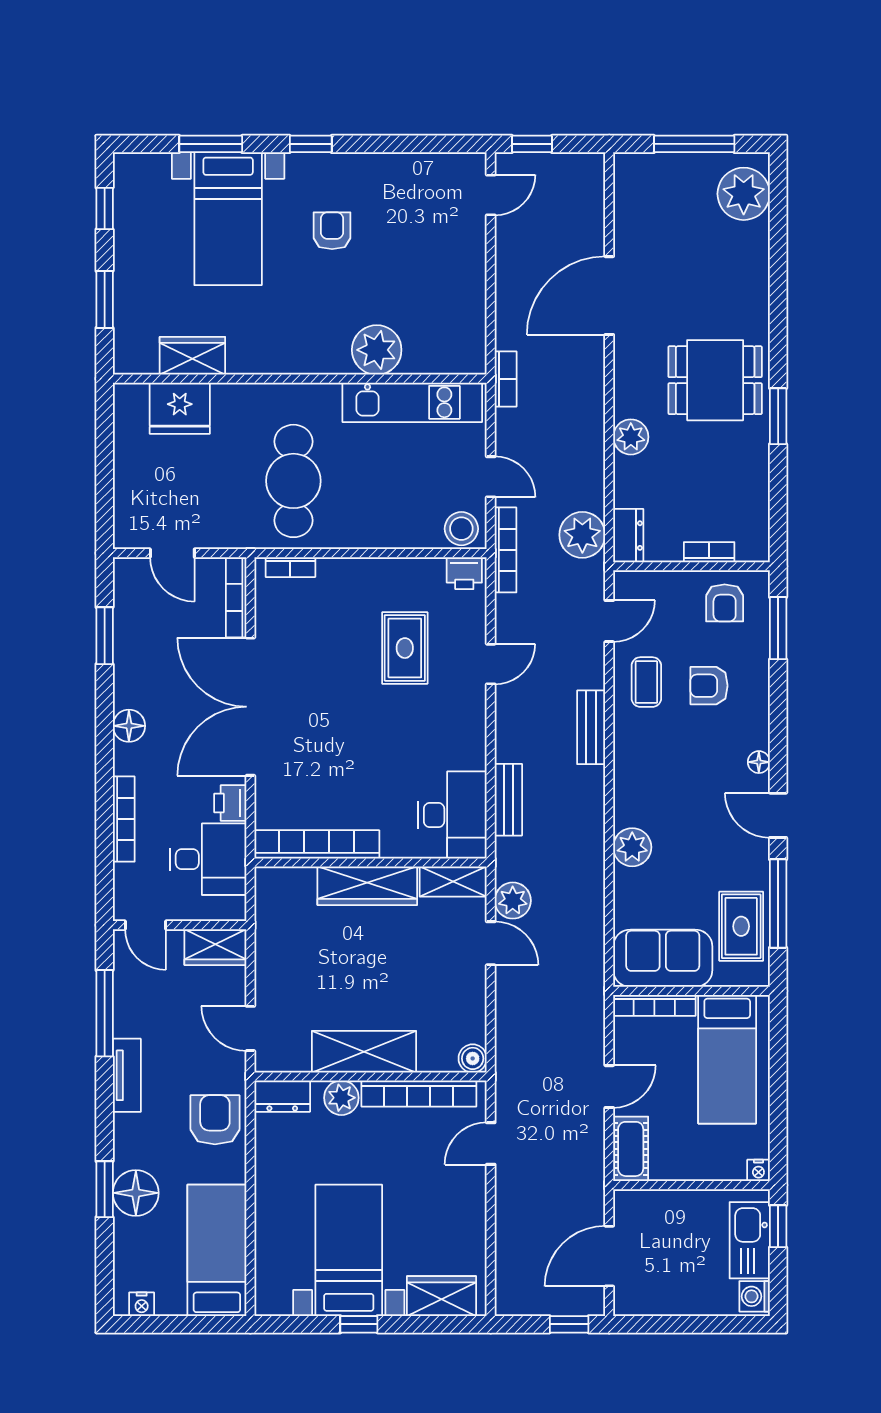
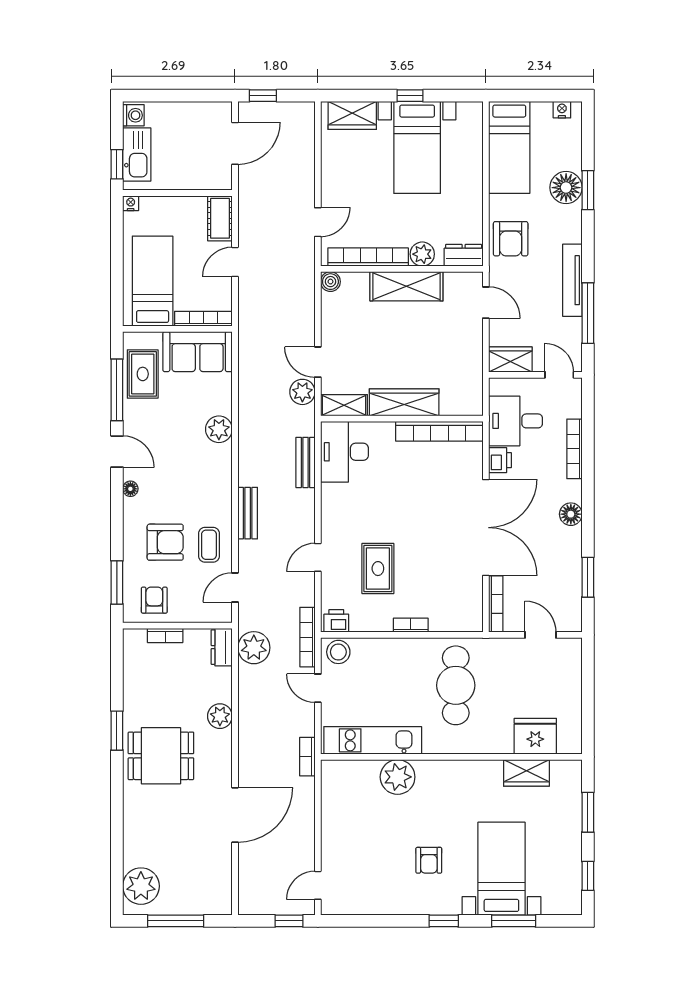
bookcase: (290, 567) -> (411, 625), moved
armchair: (709, 686) -> (165, 542), width x1.38, depth x1.38
tv unit: (127, 1075) -> (572, 280), width x1.41

